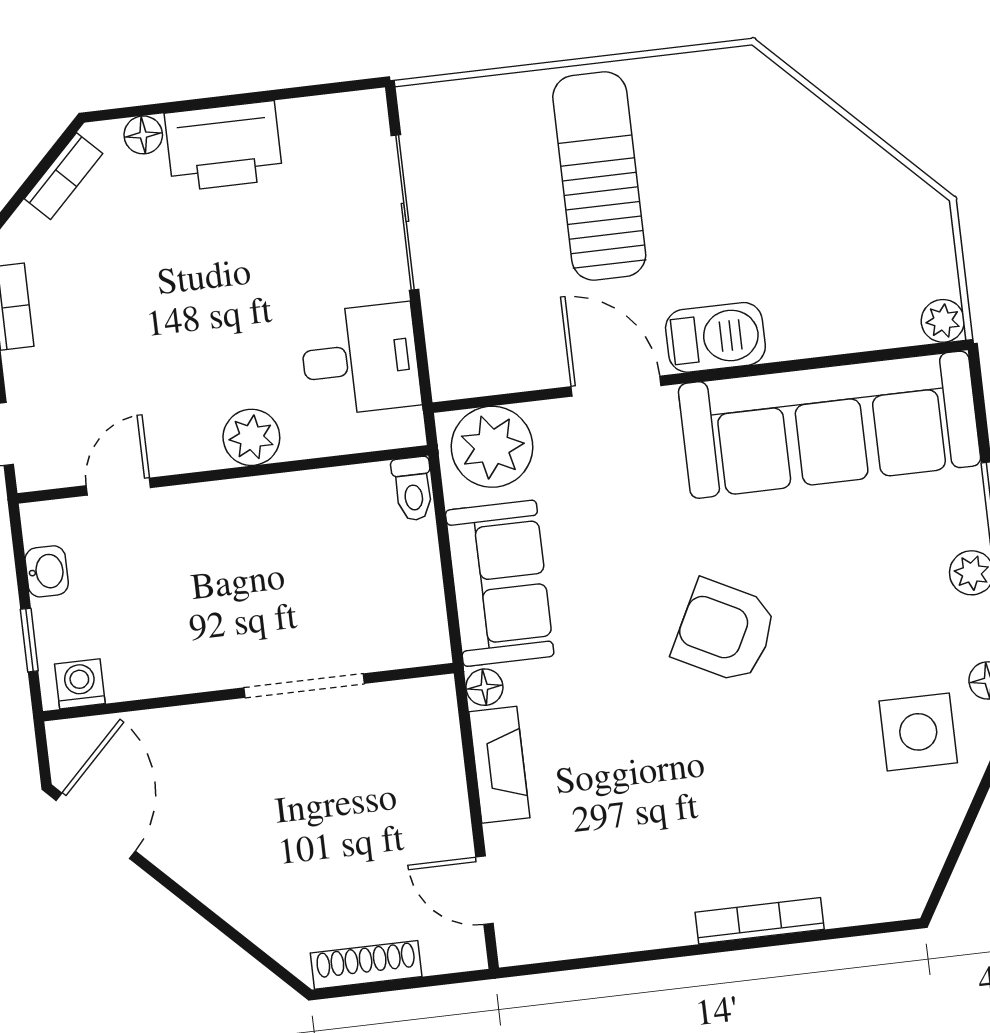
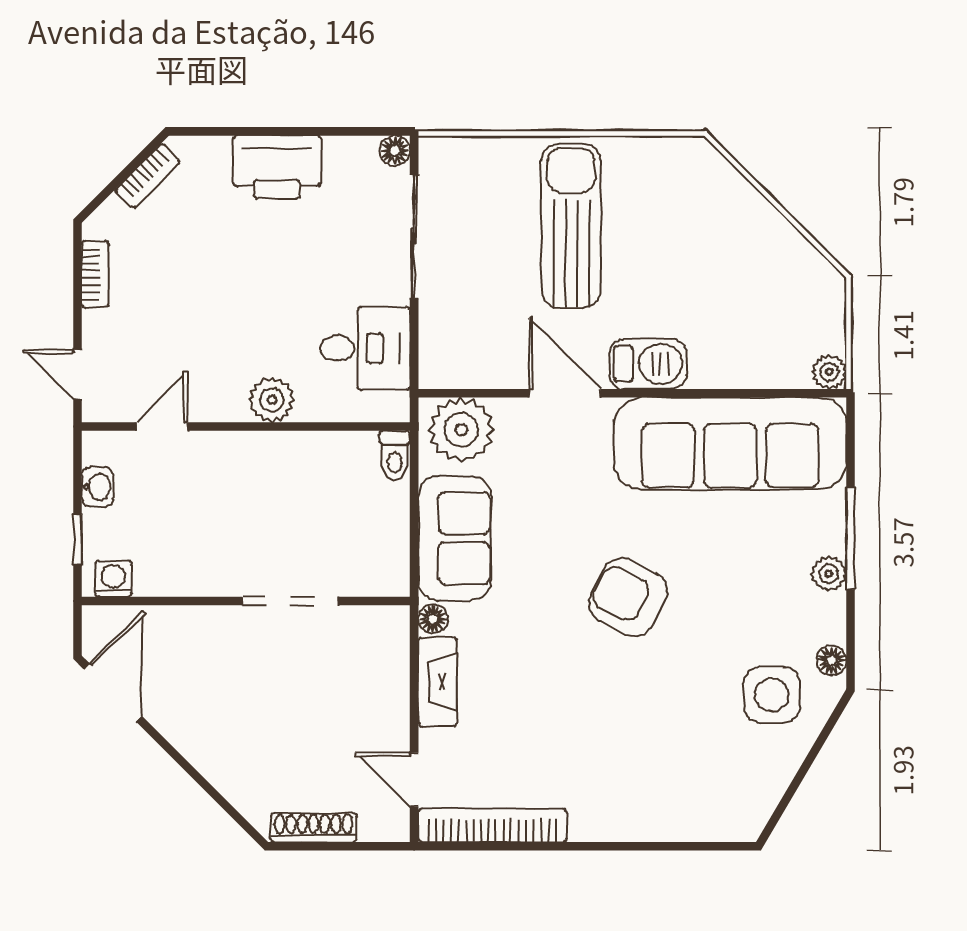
floor lamp: (143, 135) -> (395, 151), moved
bookcase: (760, 921) -> (493, 825), moved, width x1.48, depth x1.31

